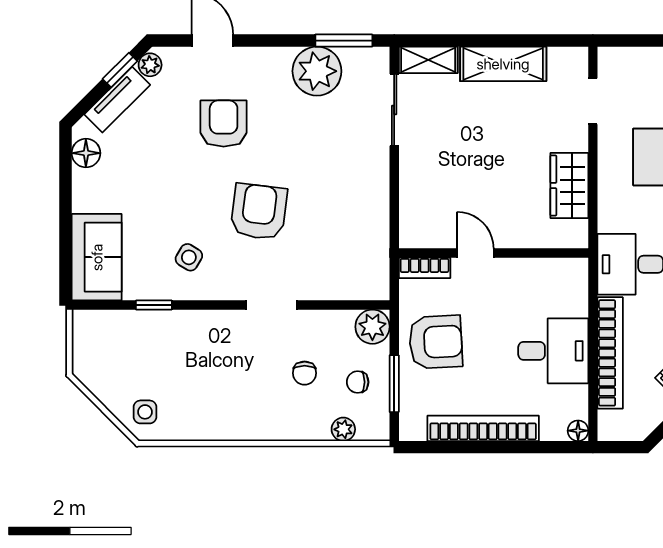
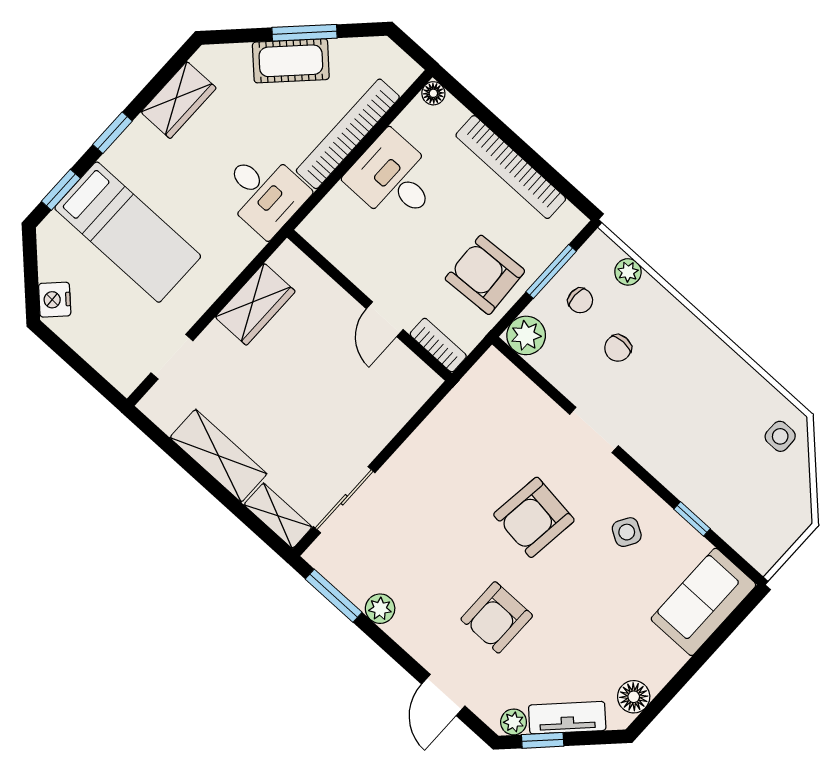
plant: (317, 71) -> (380, 609), width x0.53, depth x0.53
chair: (305, 373) -> (618, 348), turned 180

